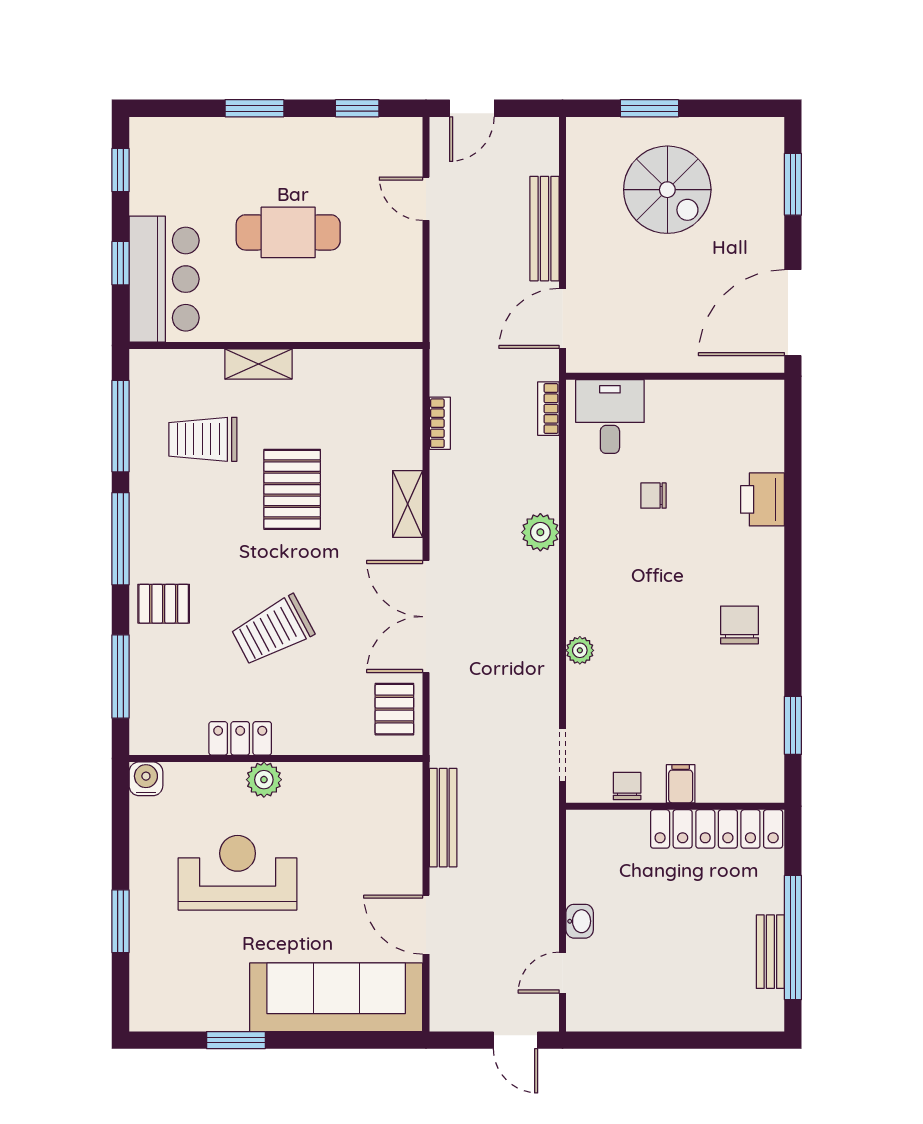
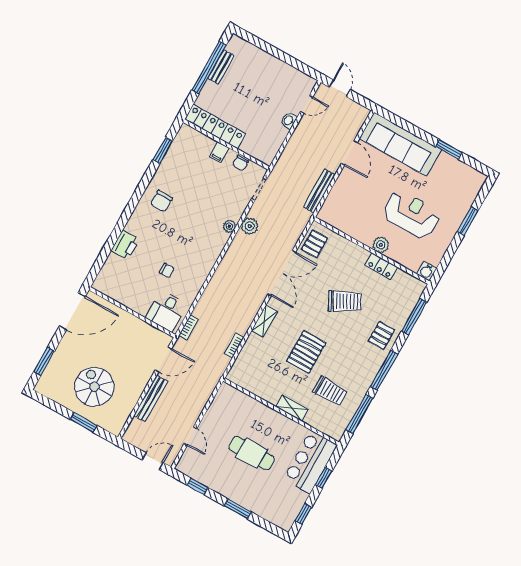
plant: (540, 532) -> (250, 226), moved
pallet: (164, 604) -> (381, 335), turned 90
reception desk: (238, 873) -> (411, 214), turned 180

